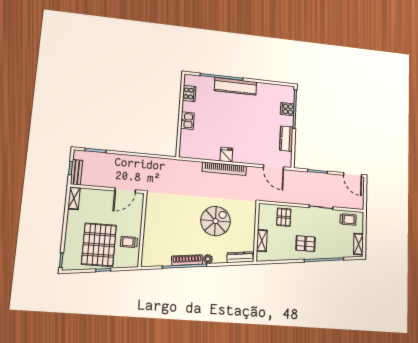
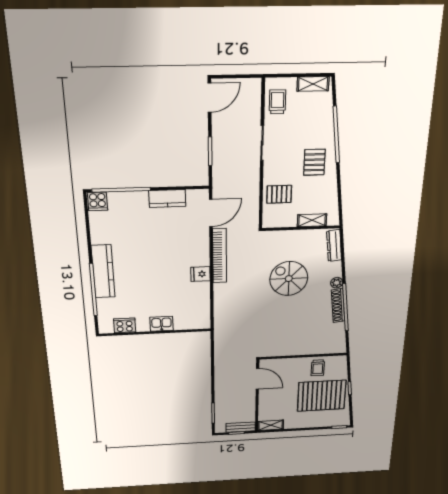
cooker: (287, 109) -> (98, 201), moved
bookcase: (224, 169) -> (220, 256), moved

